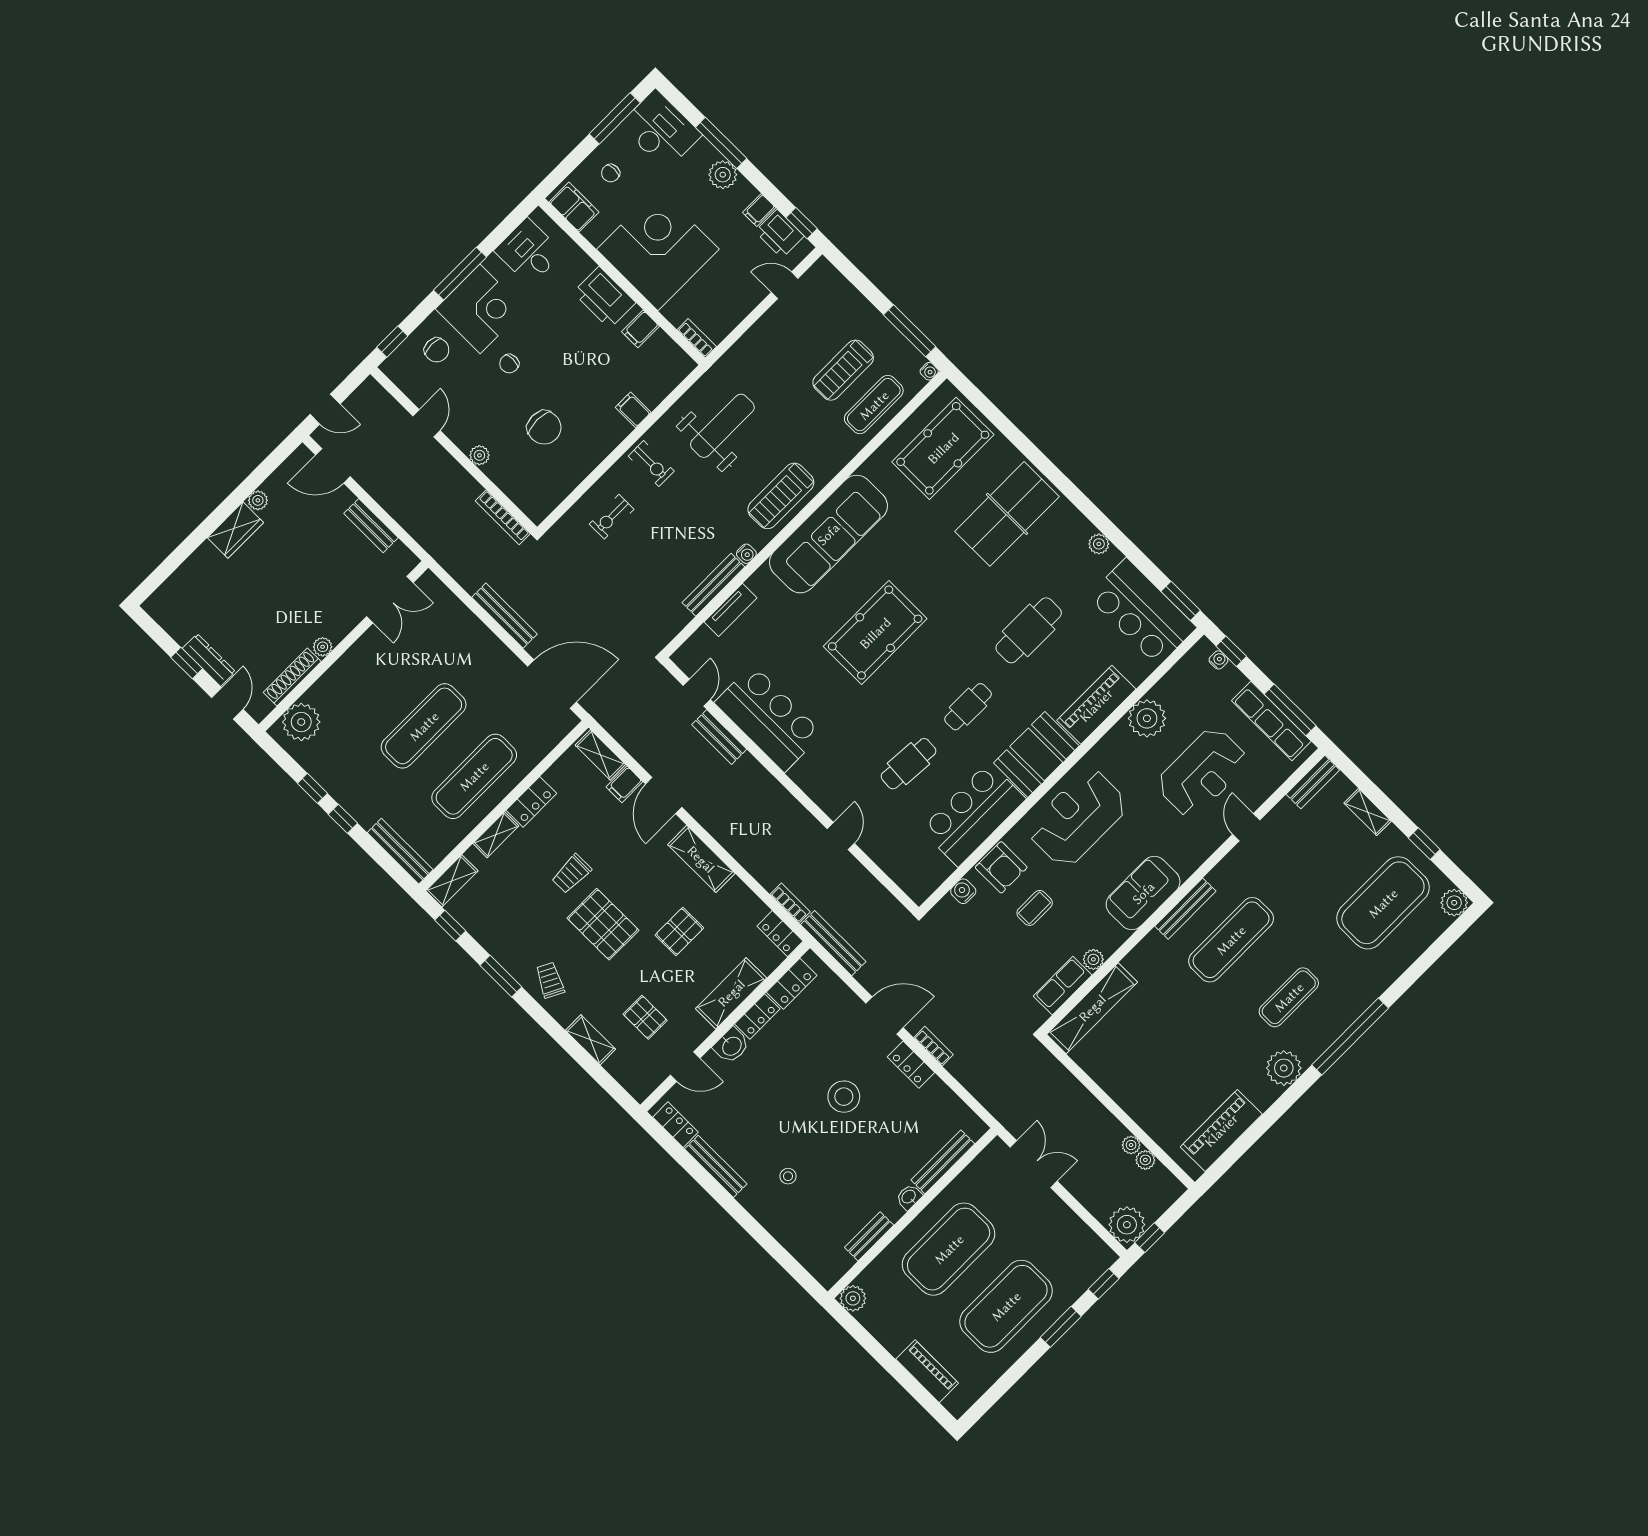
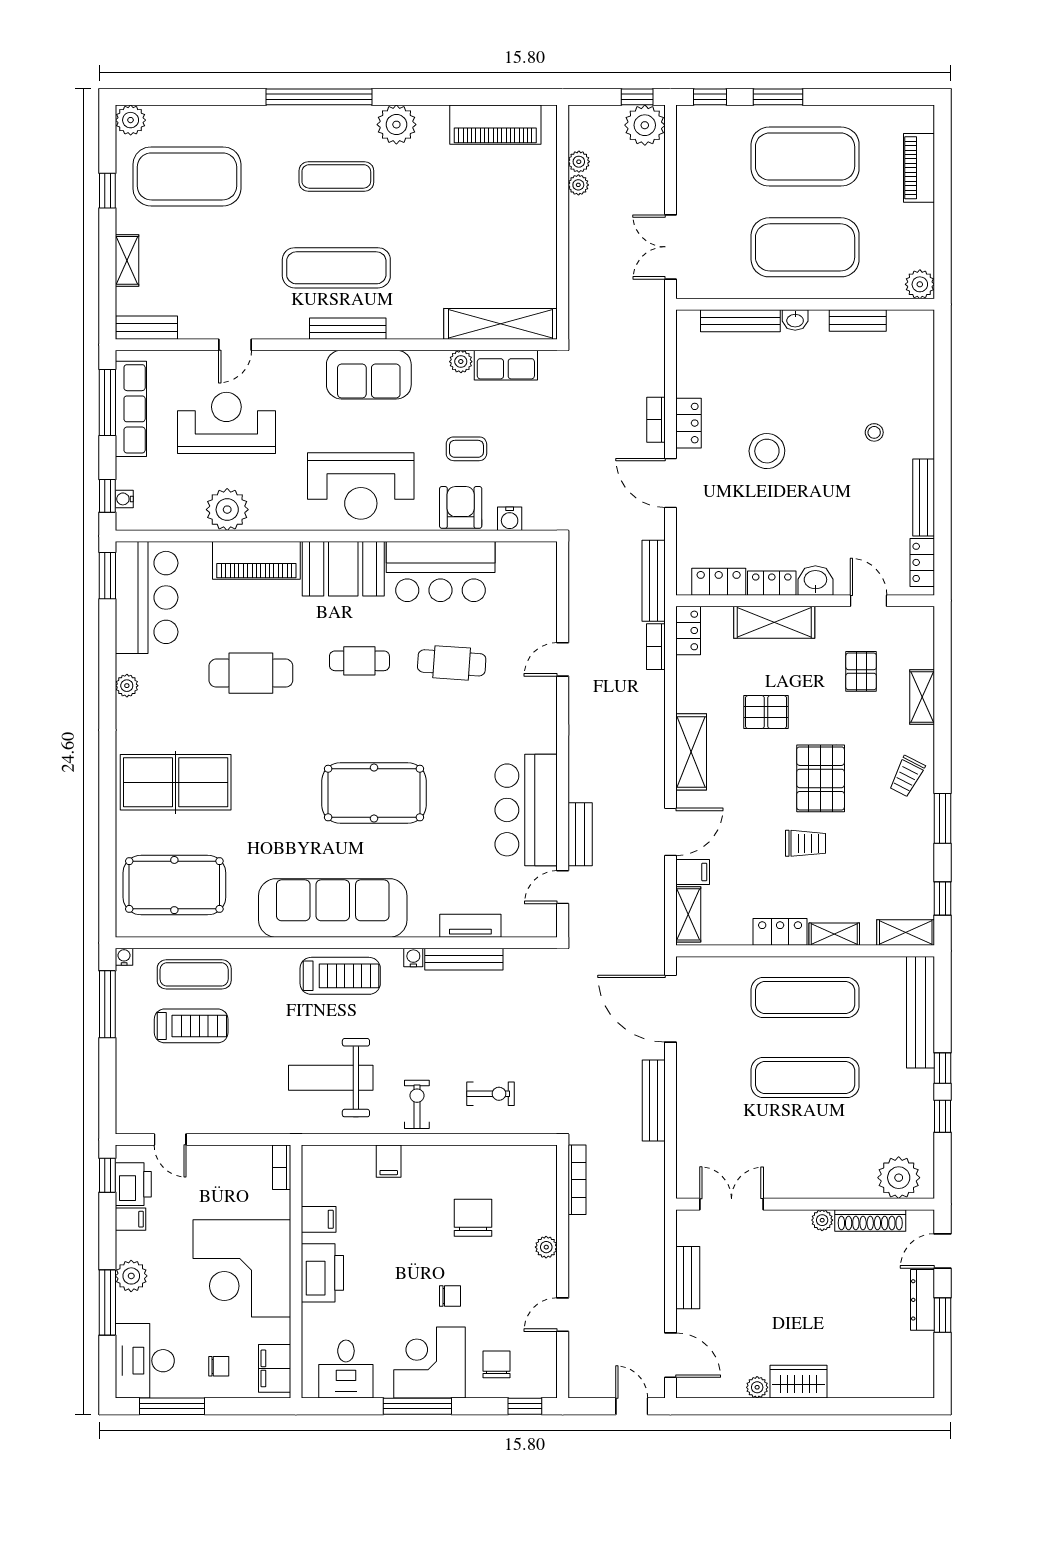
bench: (400, 851) -> (921, 1012), width x1.37, depth x1.21

